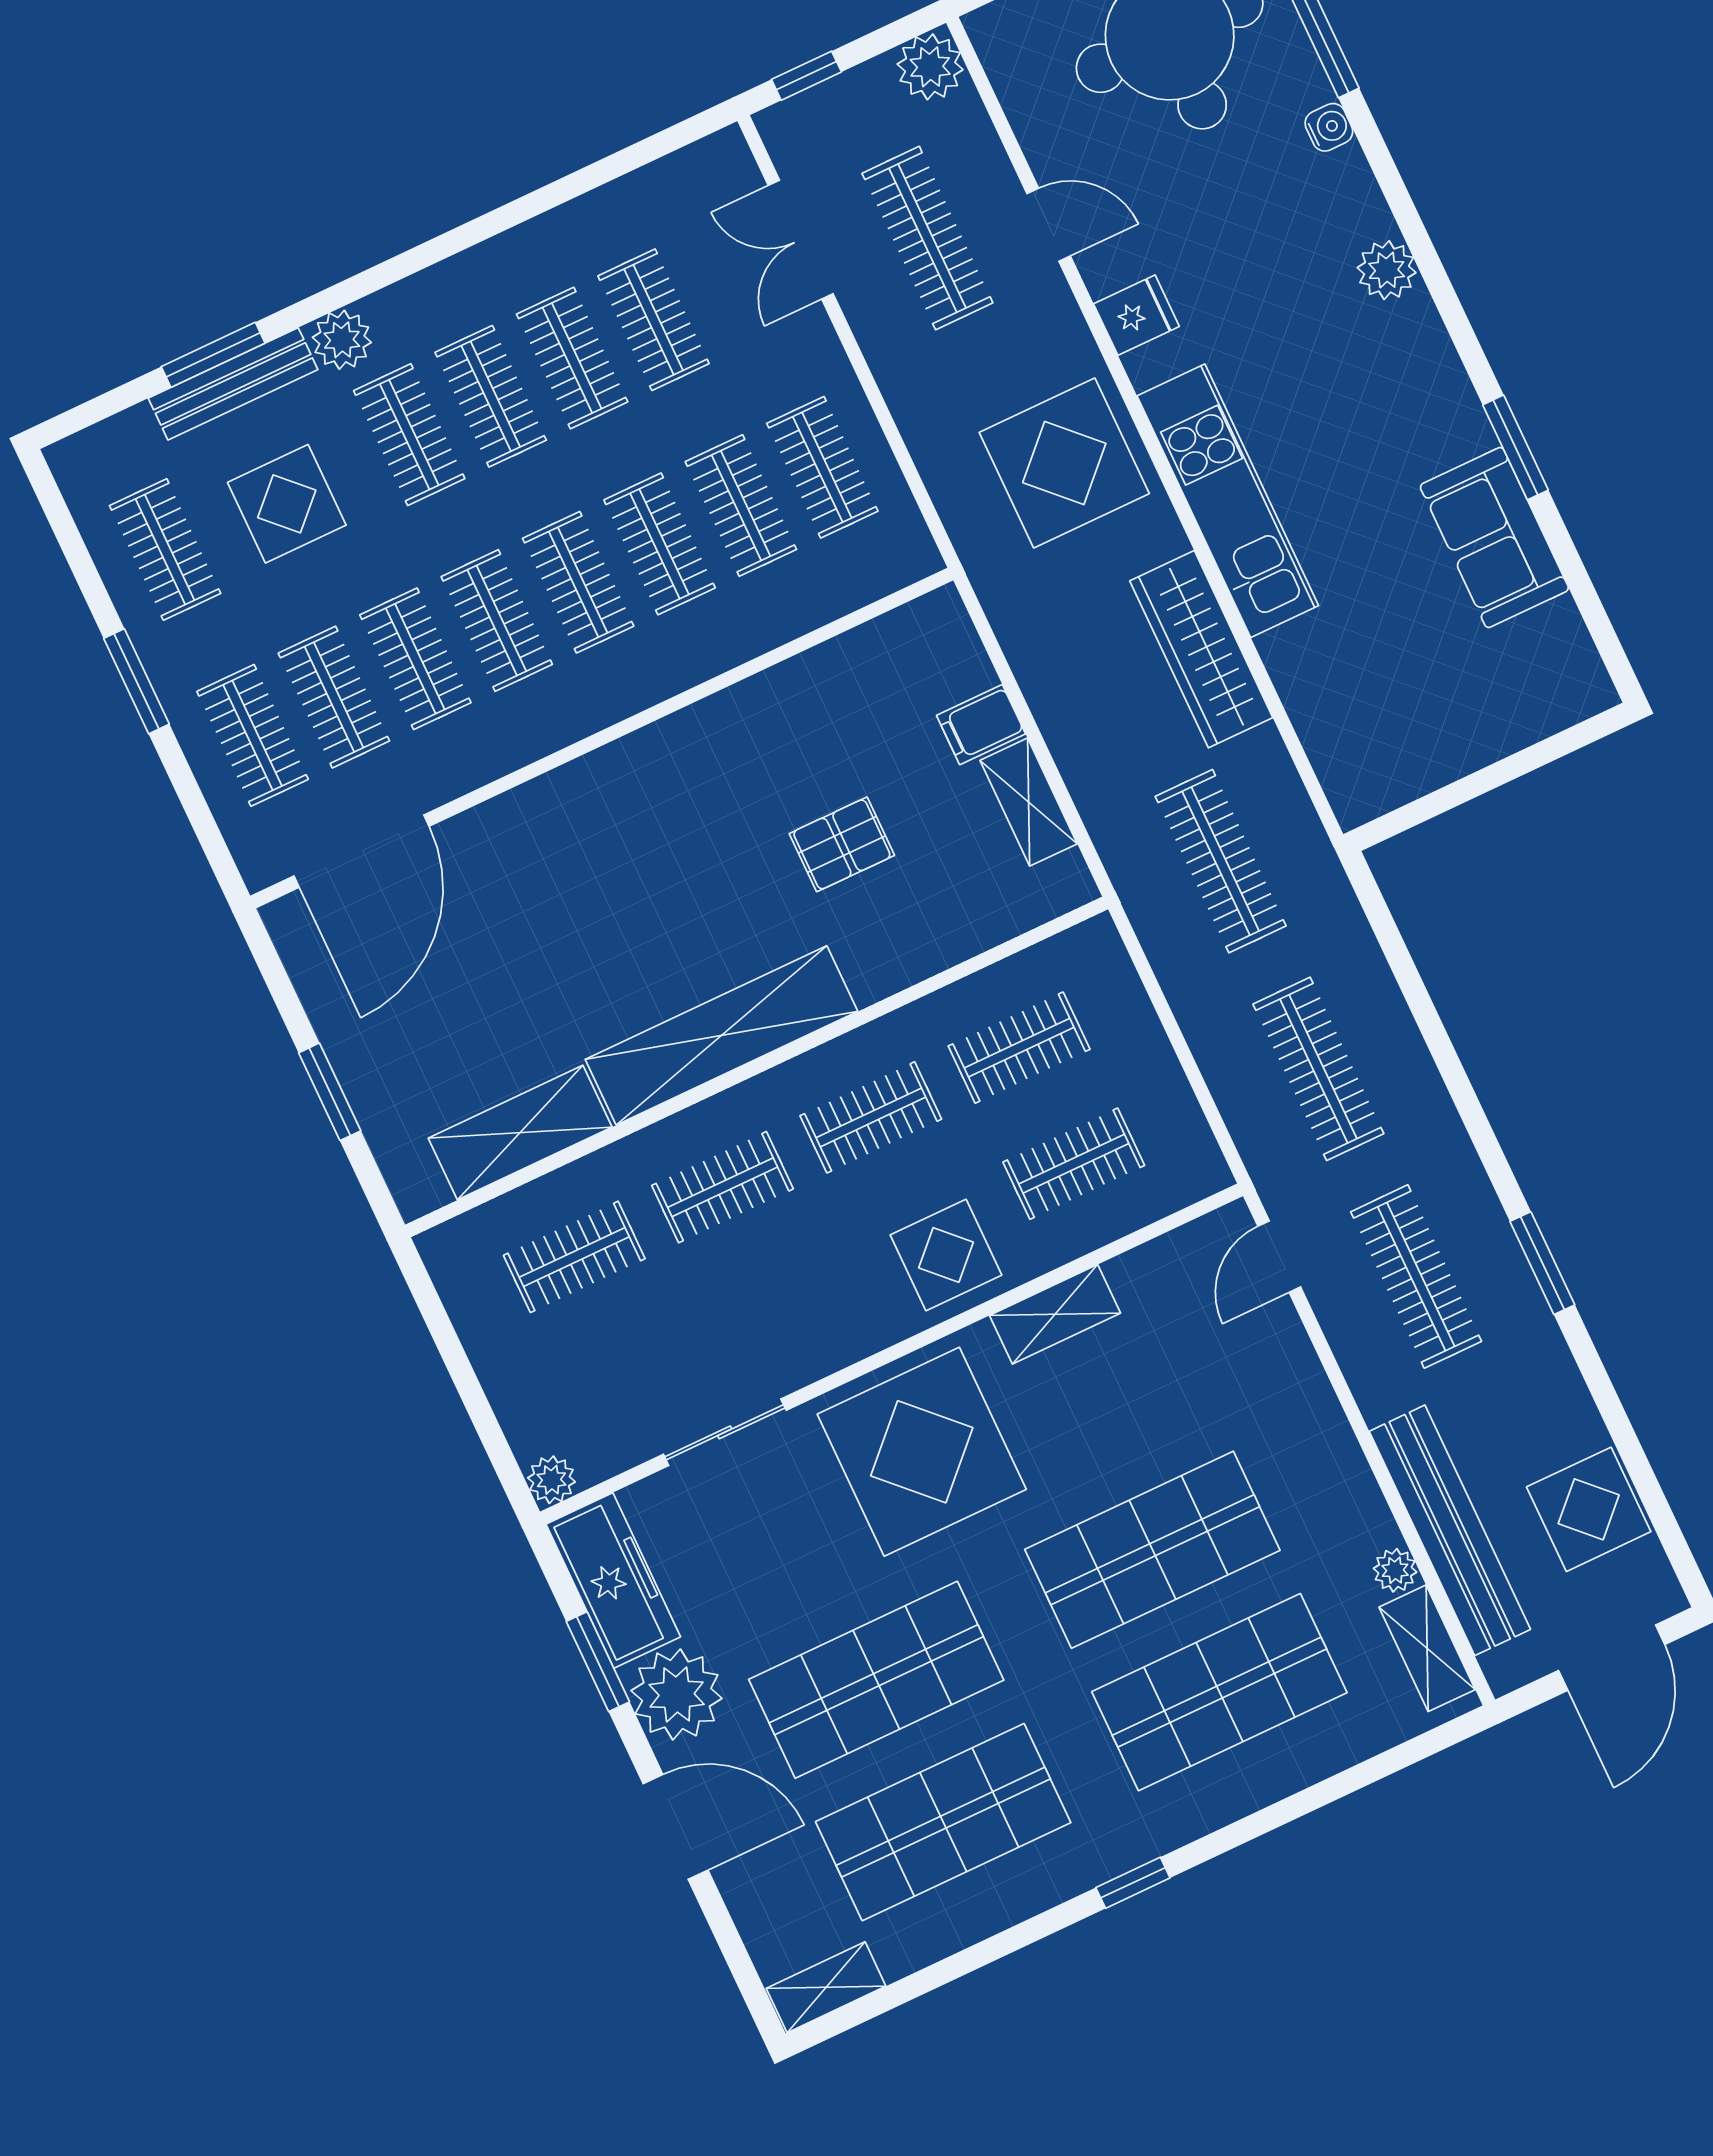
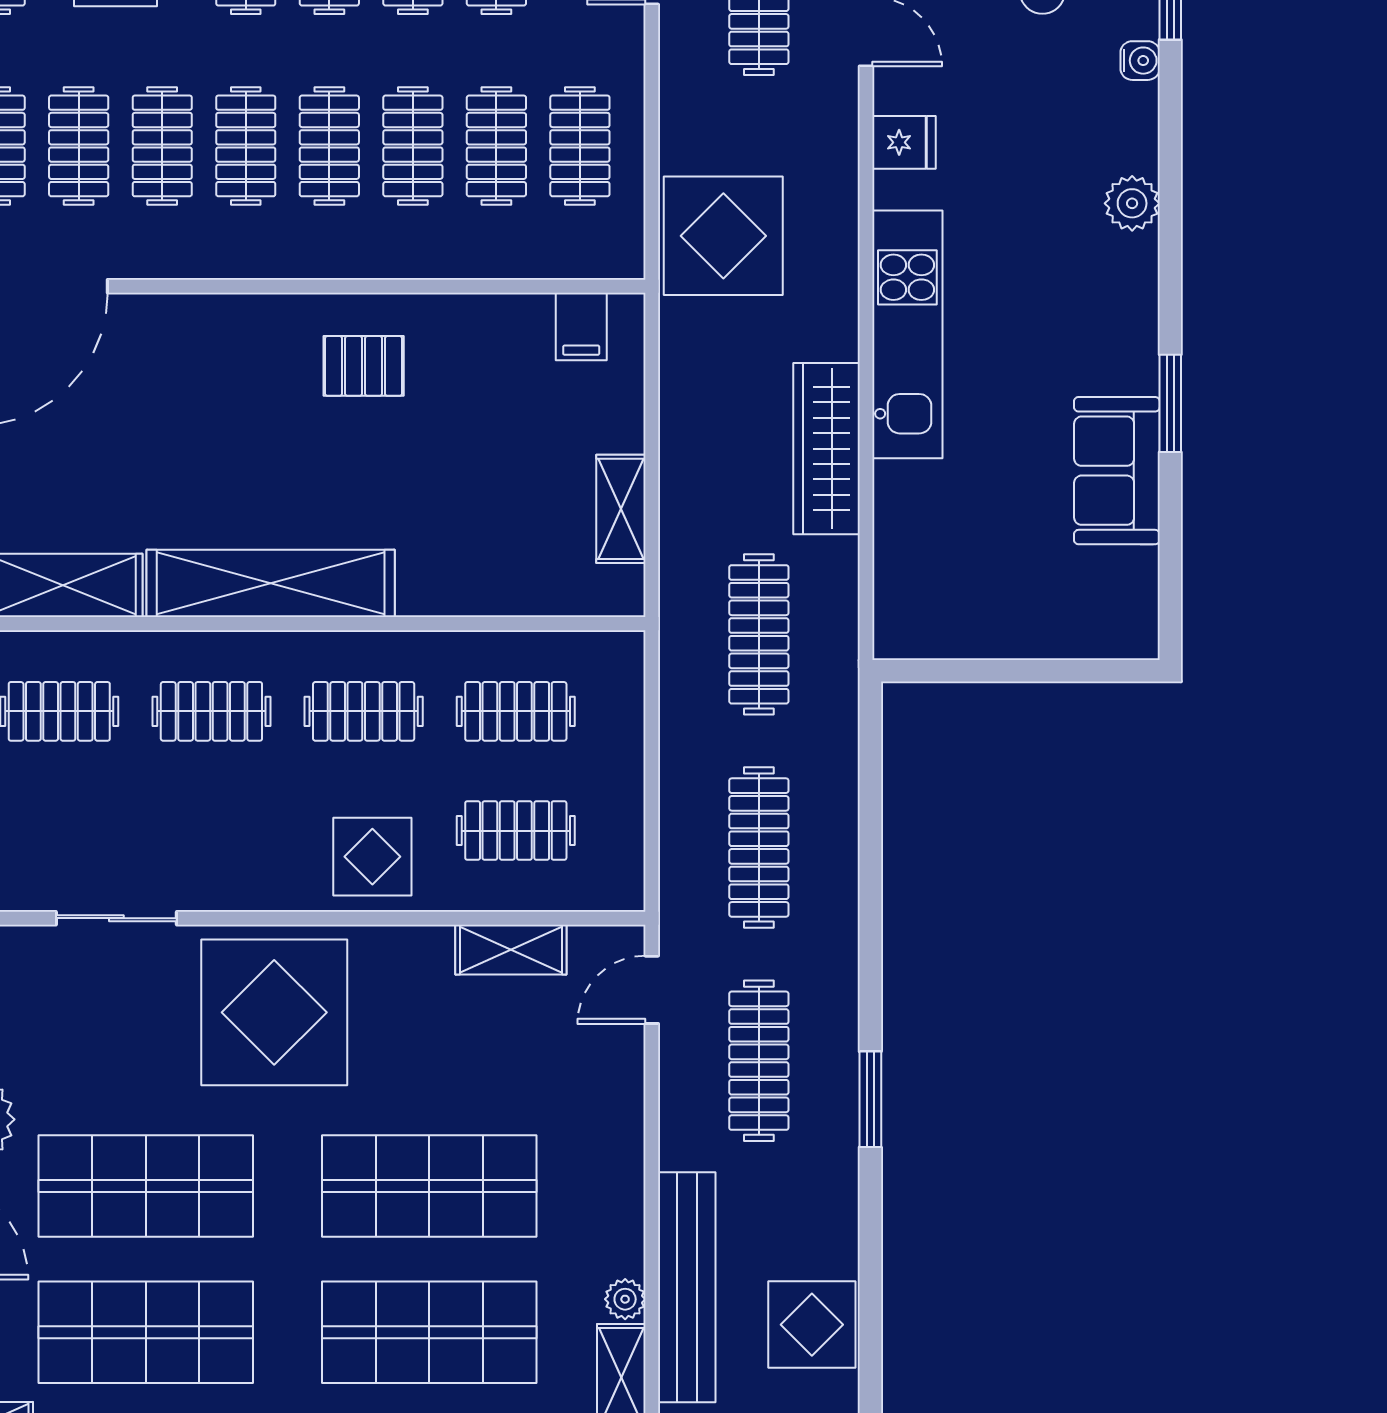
display table: (1064, 463) -> (723, 236), moved
filing cabinet: (981, 725) -> (581, 326), moved, turned -90
pallet: (842, 844) -> (364, 366), moved
shelving: (1055, 1314) -> (511, 950), moved

